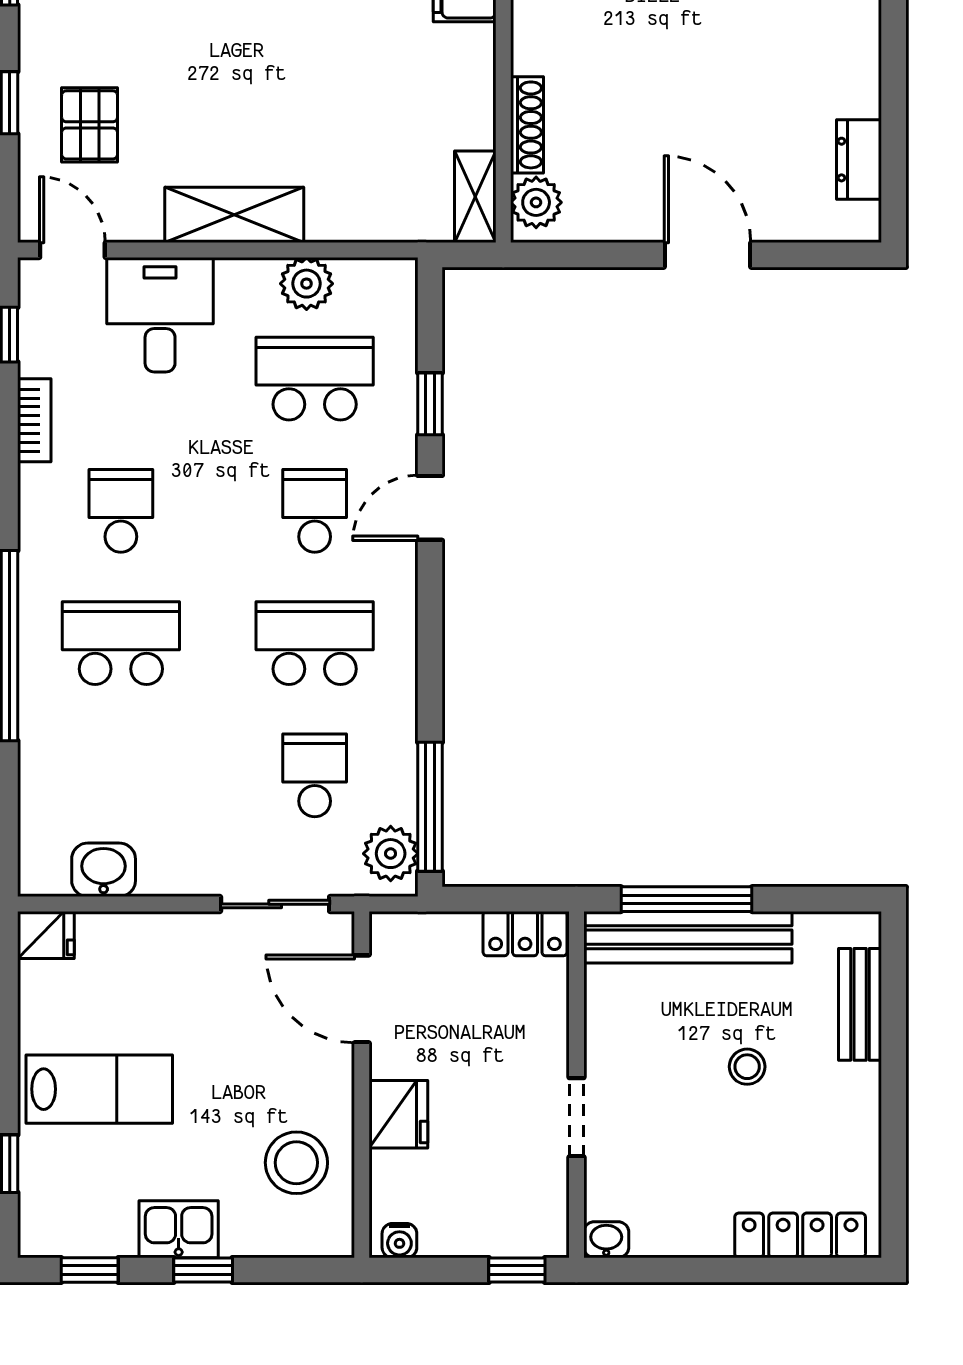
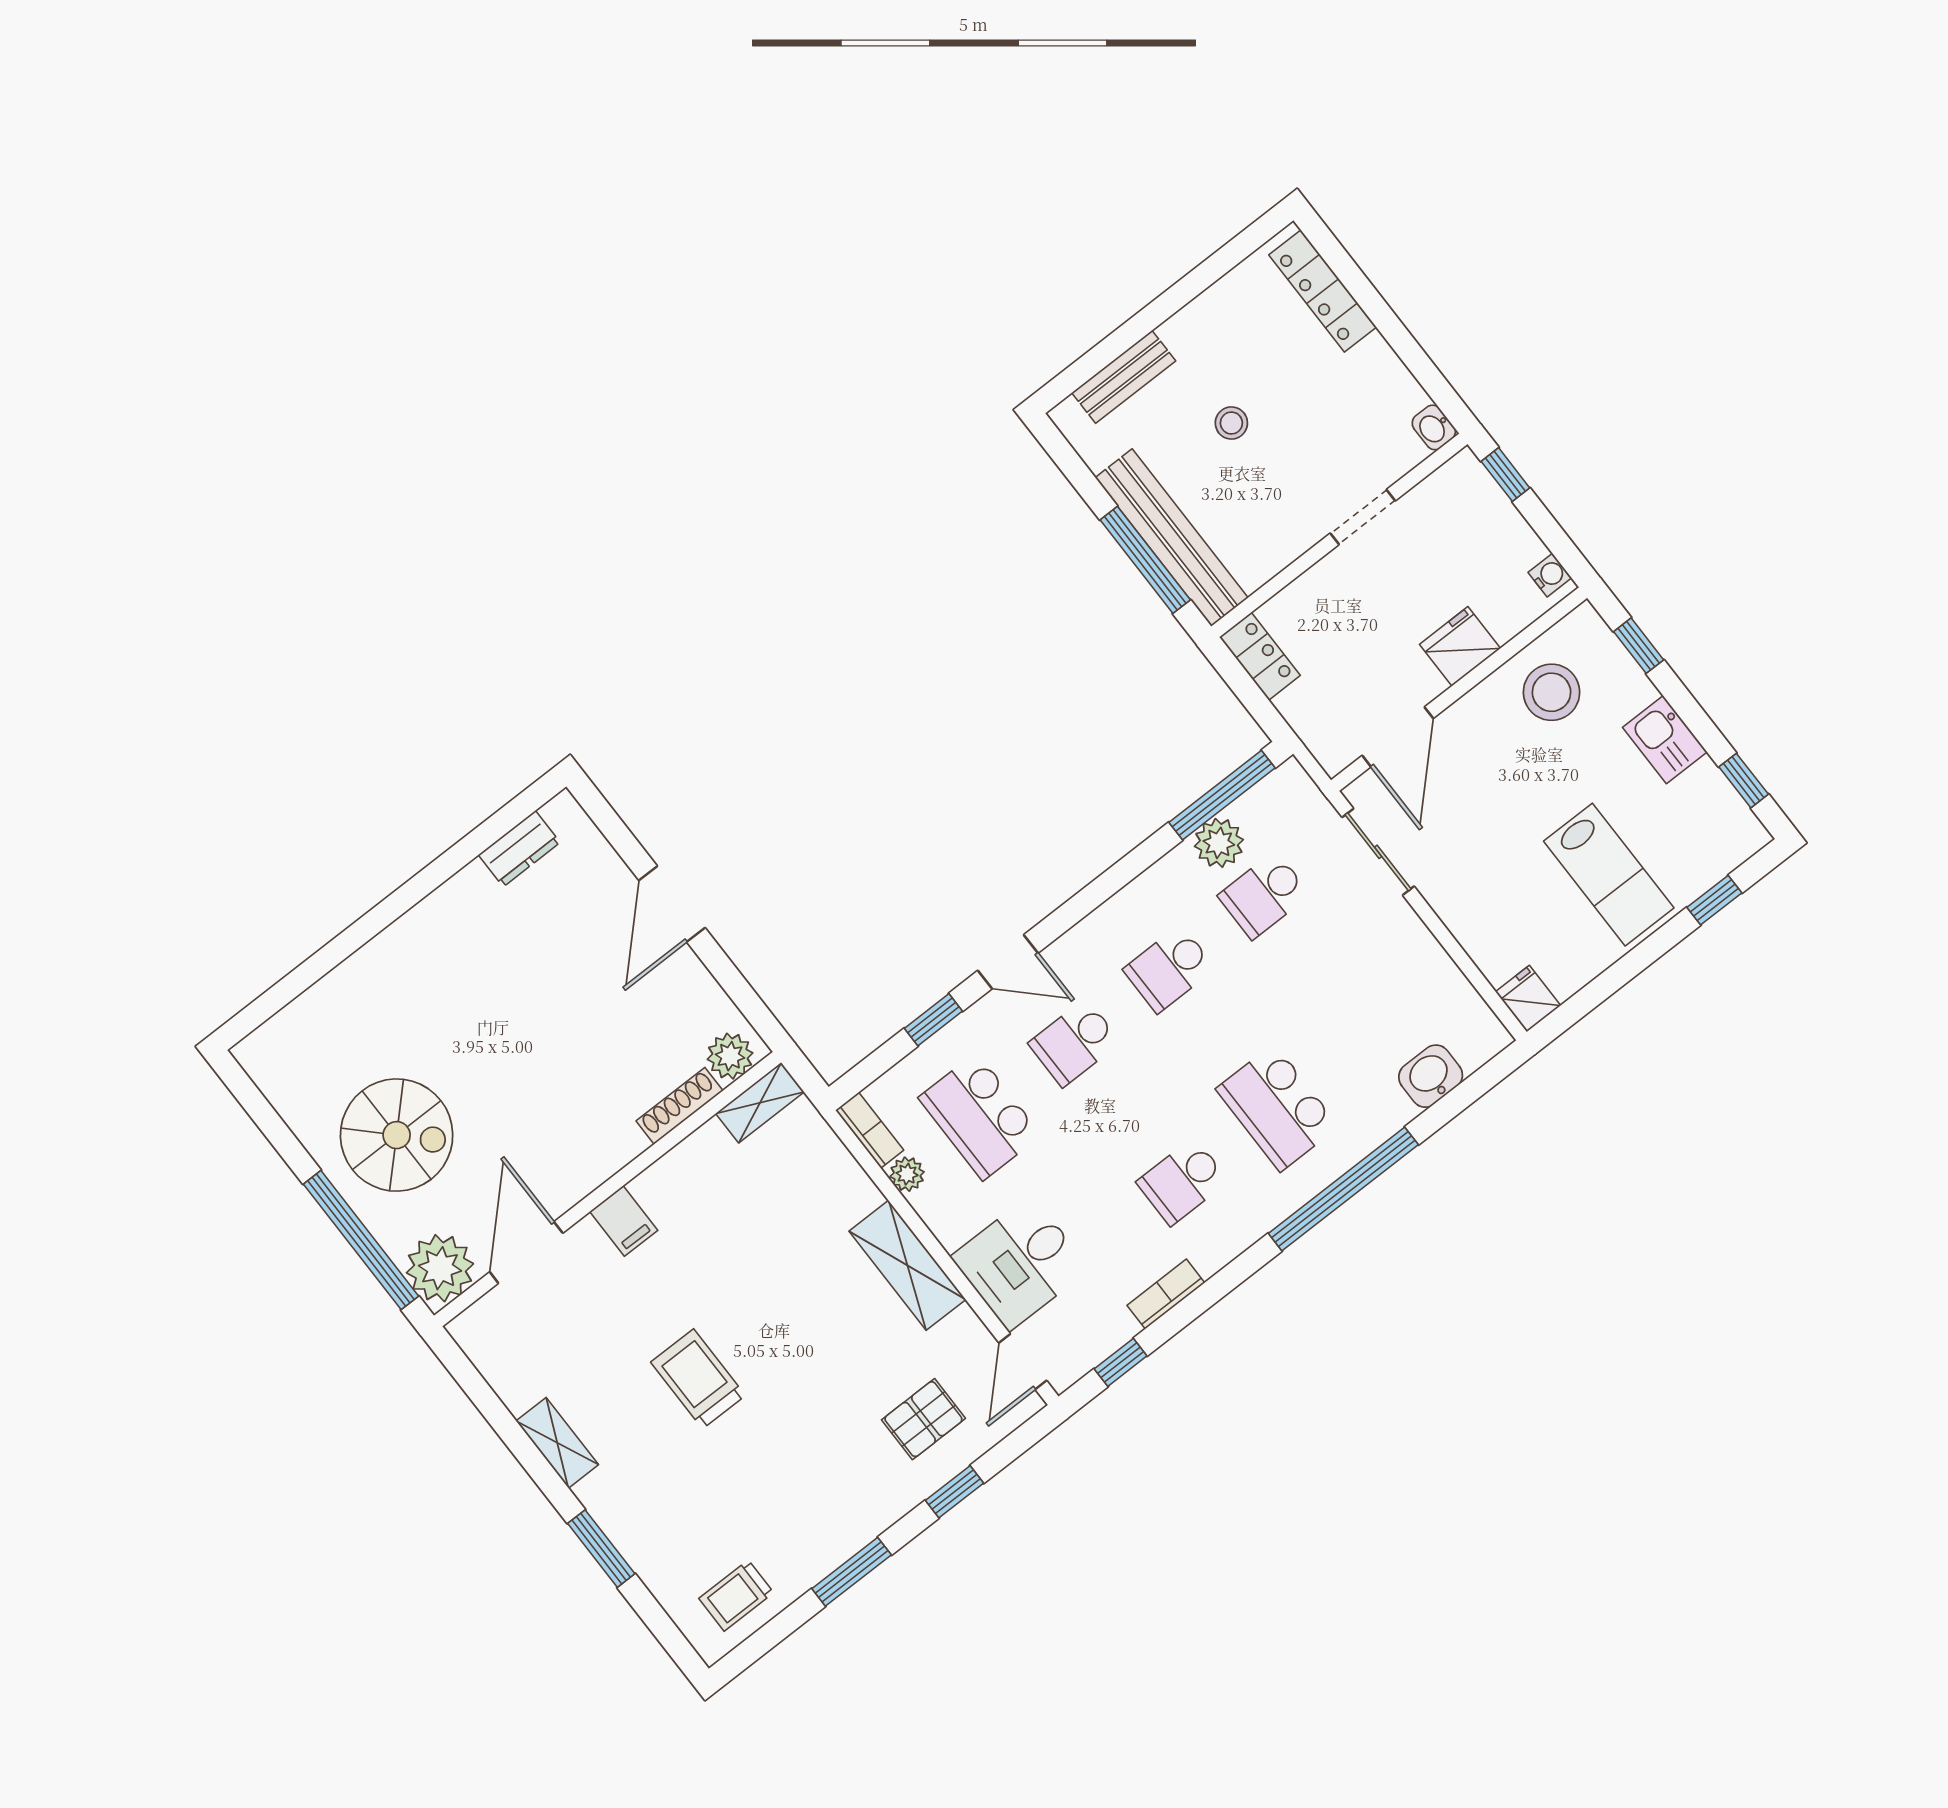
bookcase: (377, 274) -> (870, 1130), added
plant: (307, 284) -> (907, 1174), width x0.73, depth x0.73
school desk: (315, 643) -> (1169, 969), width x0.54
plant: (391, 854) -> (1219, 843), moved
washbasin: (104, 870) -> (1431, 1076), moved, turned 90
lab bench: (99, 1089) -> (1609, 875), turned 180
window: (203, 1270) -> (1639, 646), moved

